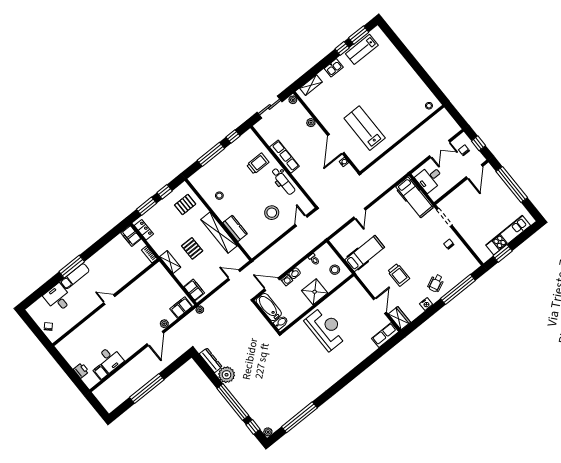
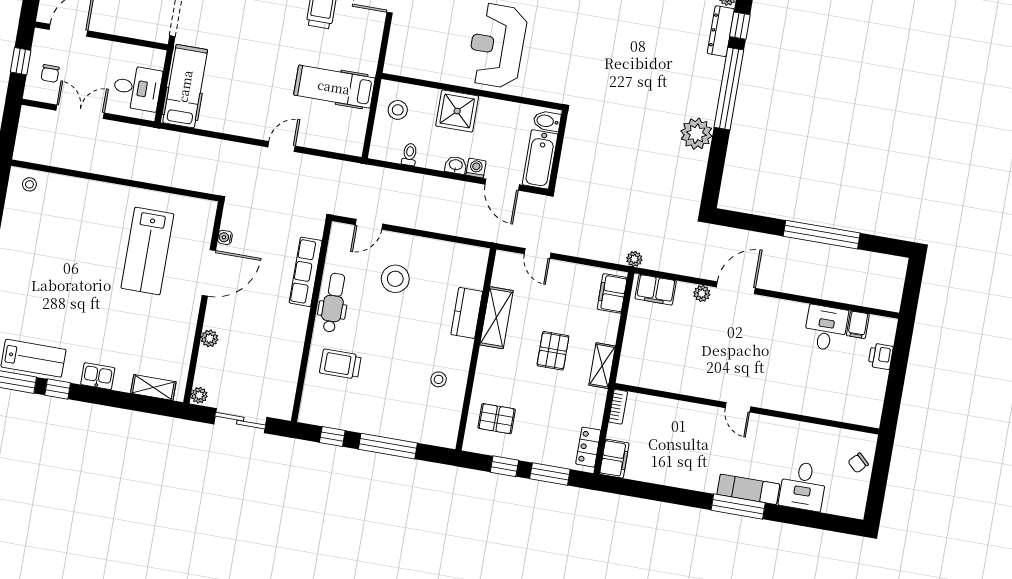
row of seats: (284, 157) -> (306, 272), moved
shelving: (219, 233) -> (496, 318), width x0.68
dresser: (211, 360) -> (721, 31), moved

